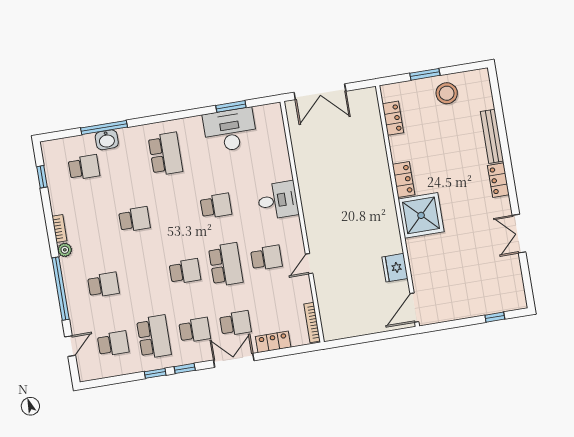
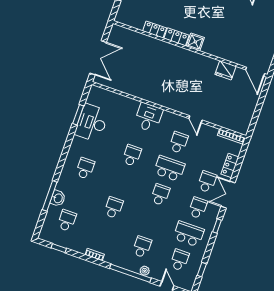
locker: (393, 118) -> (155, 29), moved
school desk: (165, 154) -> (85, 168), width x0.54
shower: (421, 215) -> (195, 42), width x0.54, depth x0.54
plant: (65, 250) -> (145, 271), moved
window: (155, 373) -> (202, 270), moved

